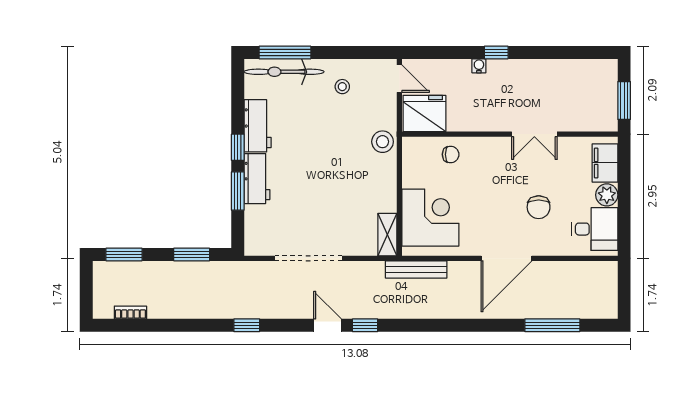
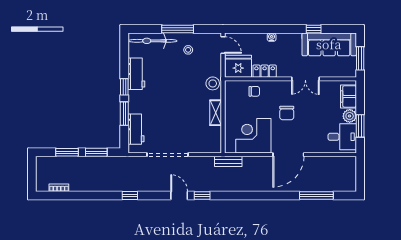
window: (285, 52) -> (178, 29), moved
window: (496, 52) -> (314, 29), moved
sofa: (573, 78) -> (329, 44), added
locker: (468, 121) -> (265, 71), added
workbench: (257, 179) -> (136, 129), moved
chair: (539, 207) -> (287, 113), moved
window: (624, 211) -> (360, 126), added
corner desk: (430, 218) -> (253, 136), moved, turned -90
shelving: (387, 235) -> (216, 113), moved
window: (124, 255) -> (67, 152), moved
bench: (416, 269) -> (228, 161), width x0.73

